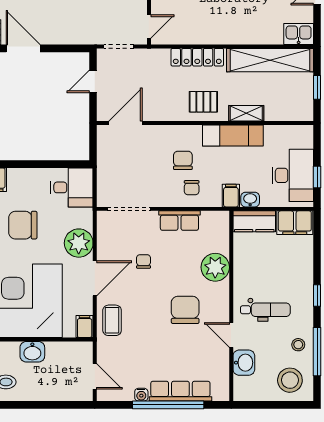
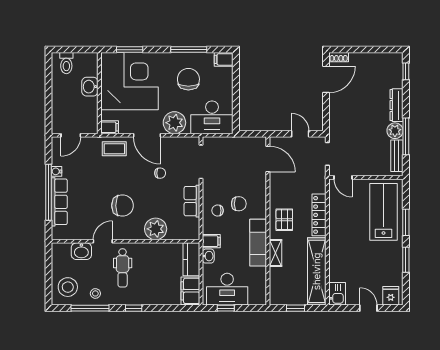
desk: (72, 187) -> (212, 117), width x1.37

